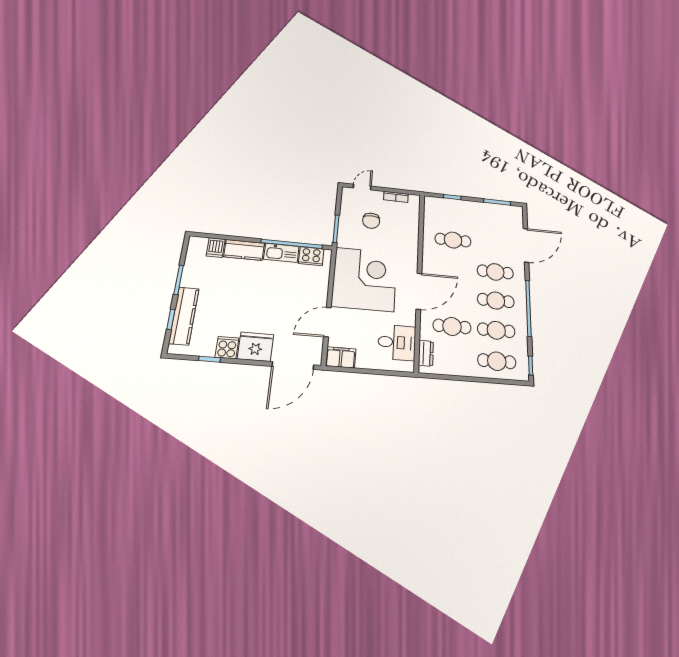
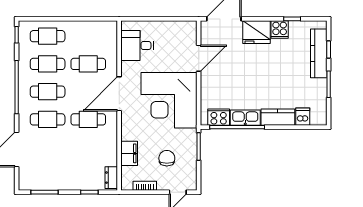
cafe table: (453, 240) -> (88, 119), moved
dresser: (426, 353) -> (111, 178), moved
filing cabinet: (341, 357) -> (129, 153), moved, turned -90

